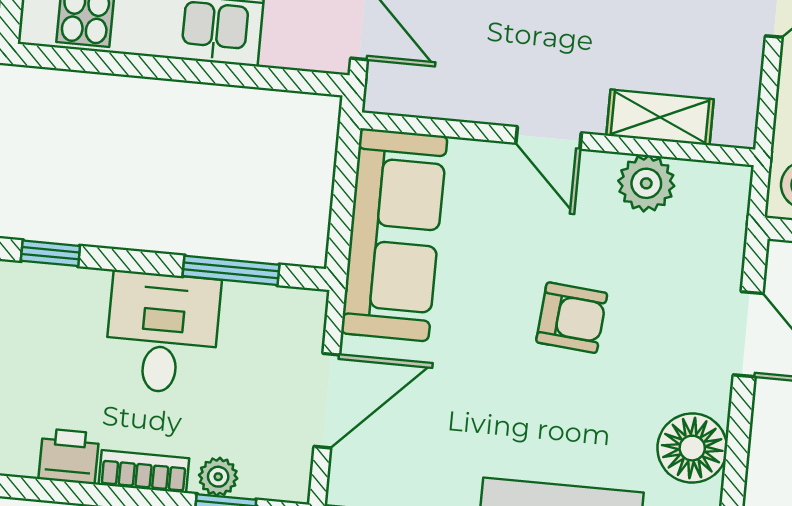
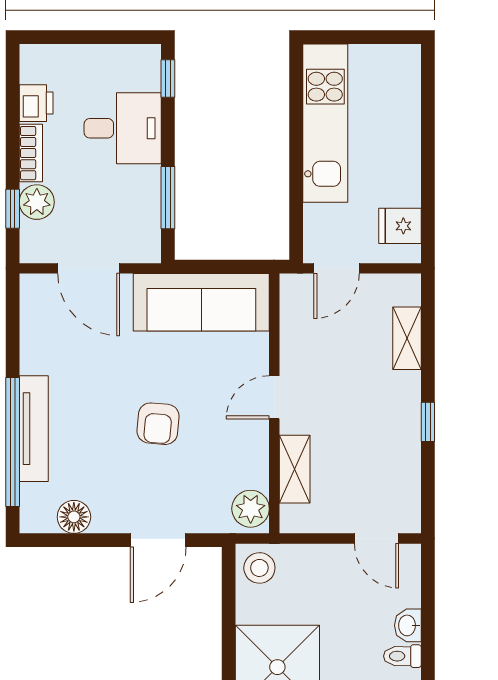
plant: (646, 183) -> (251, 509), moved
desk: (162, 333) -> (123, 128), moved
floor lamp: (692, 448) -> (74, 517), width x0.73, depth x0.73
plant: (218, 477) -> (37, 202), width x1.38, depth x1.38

